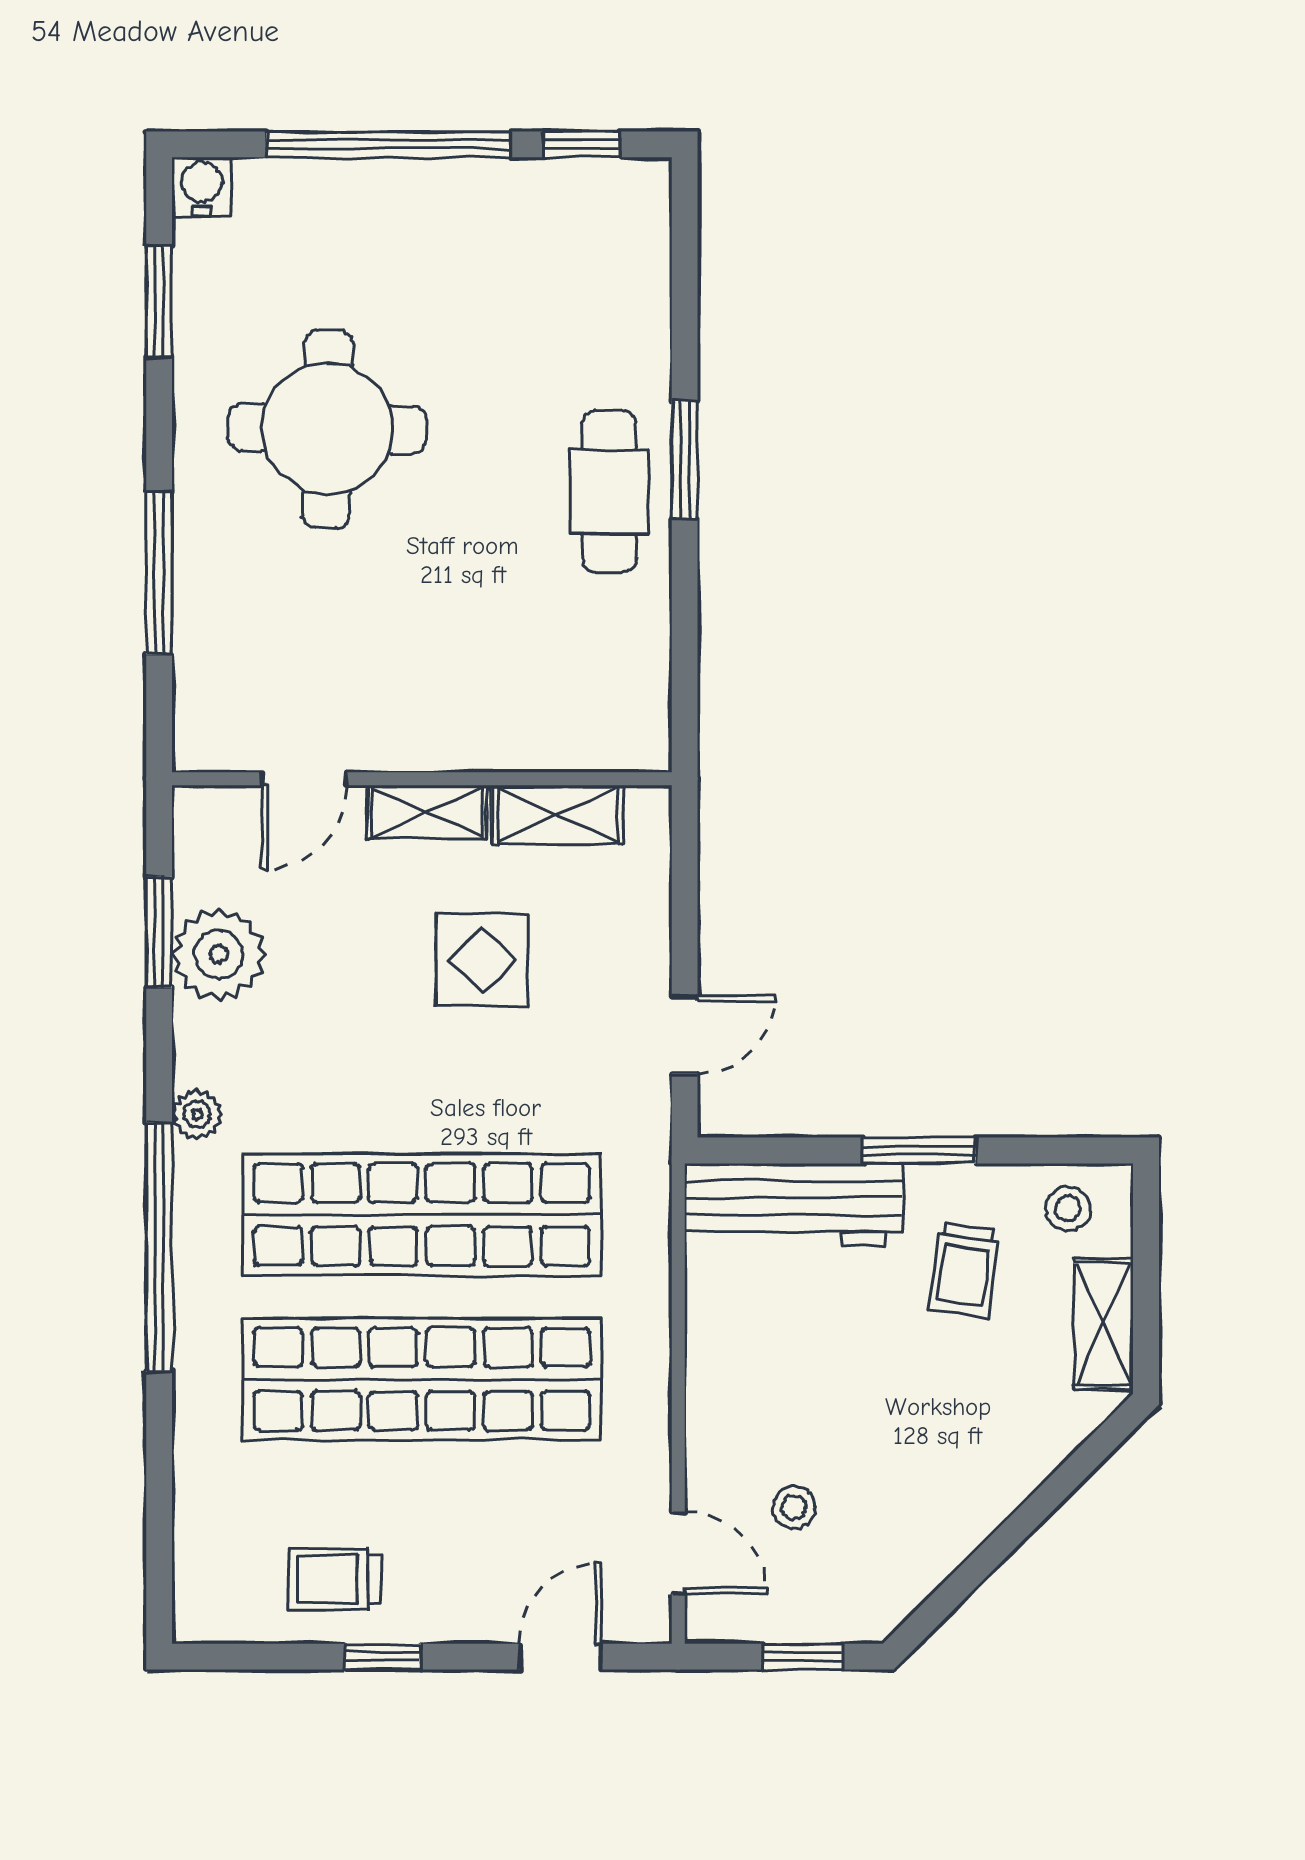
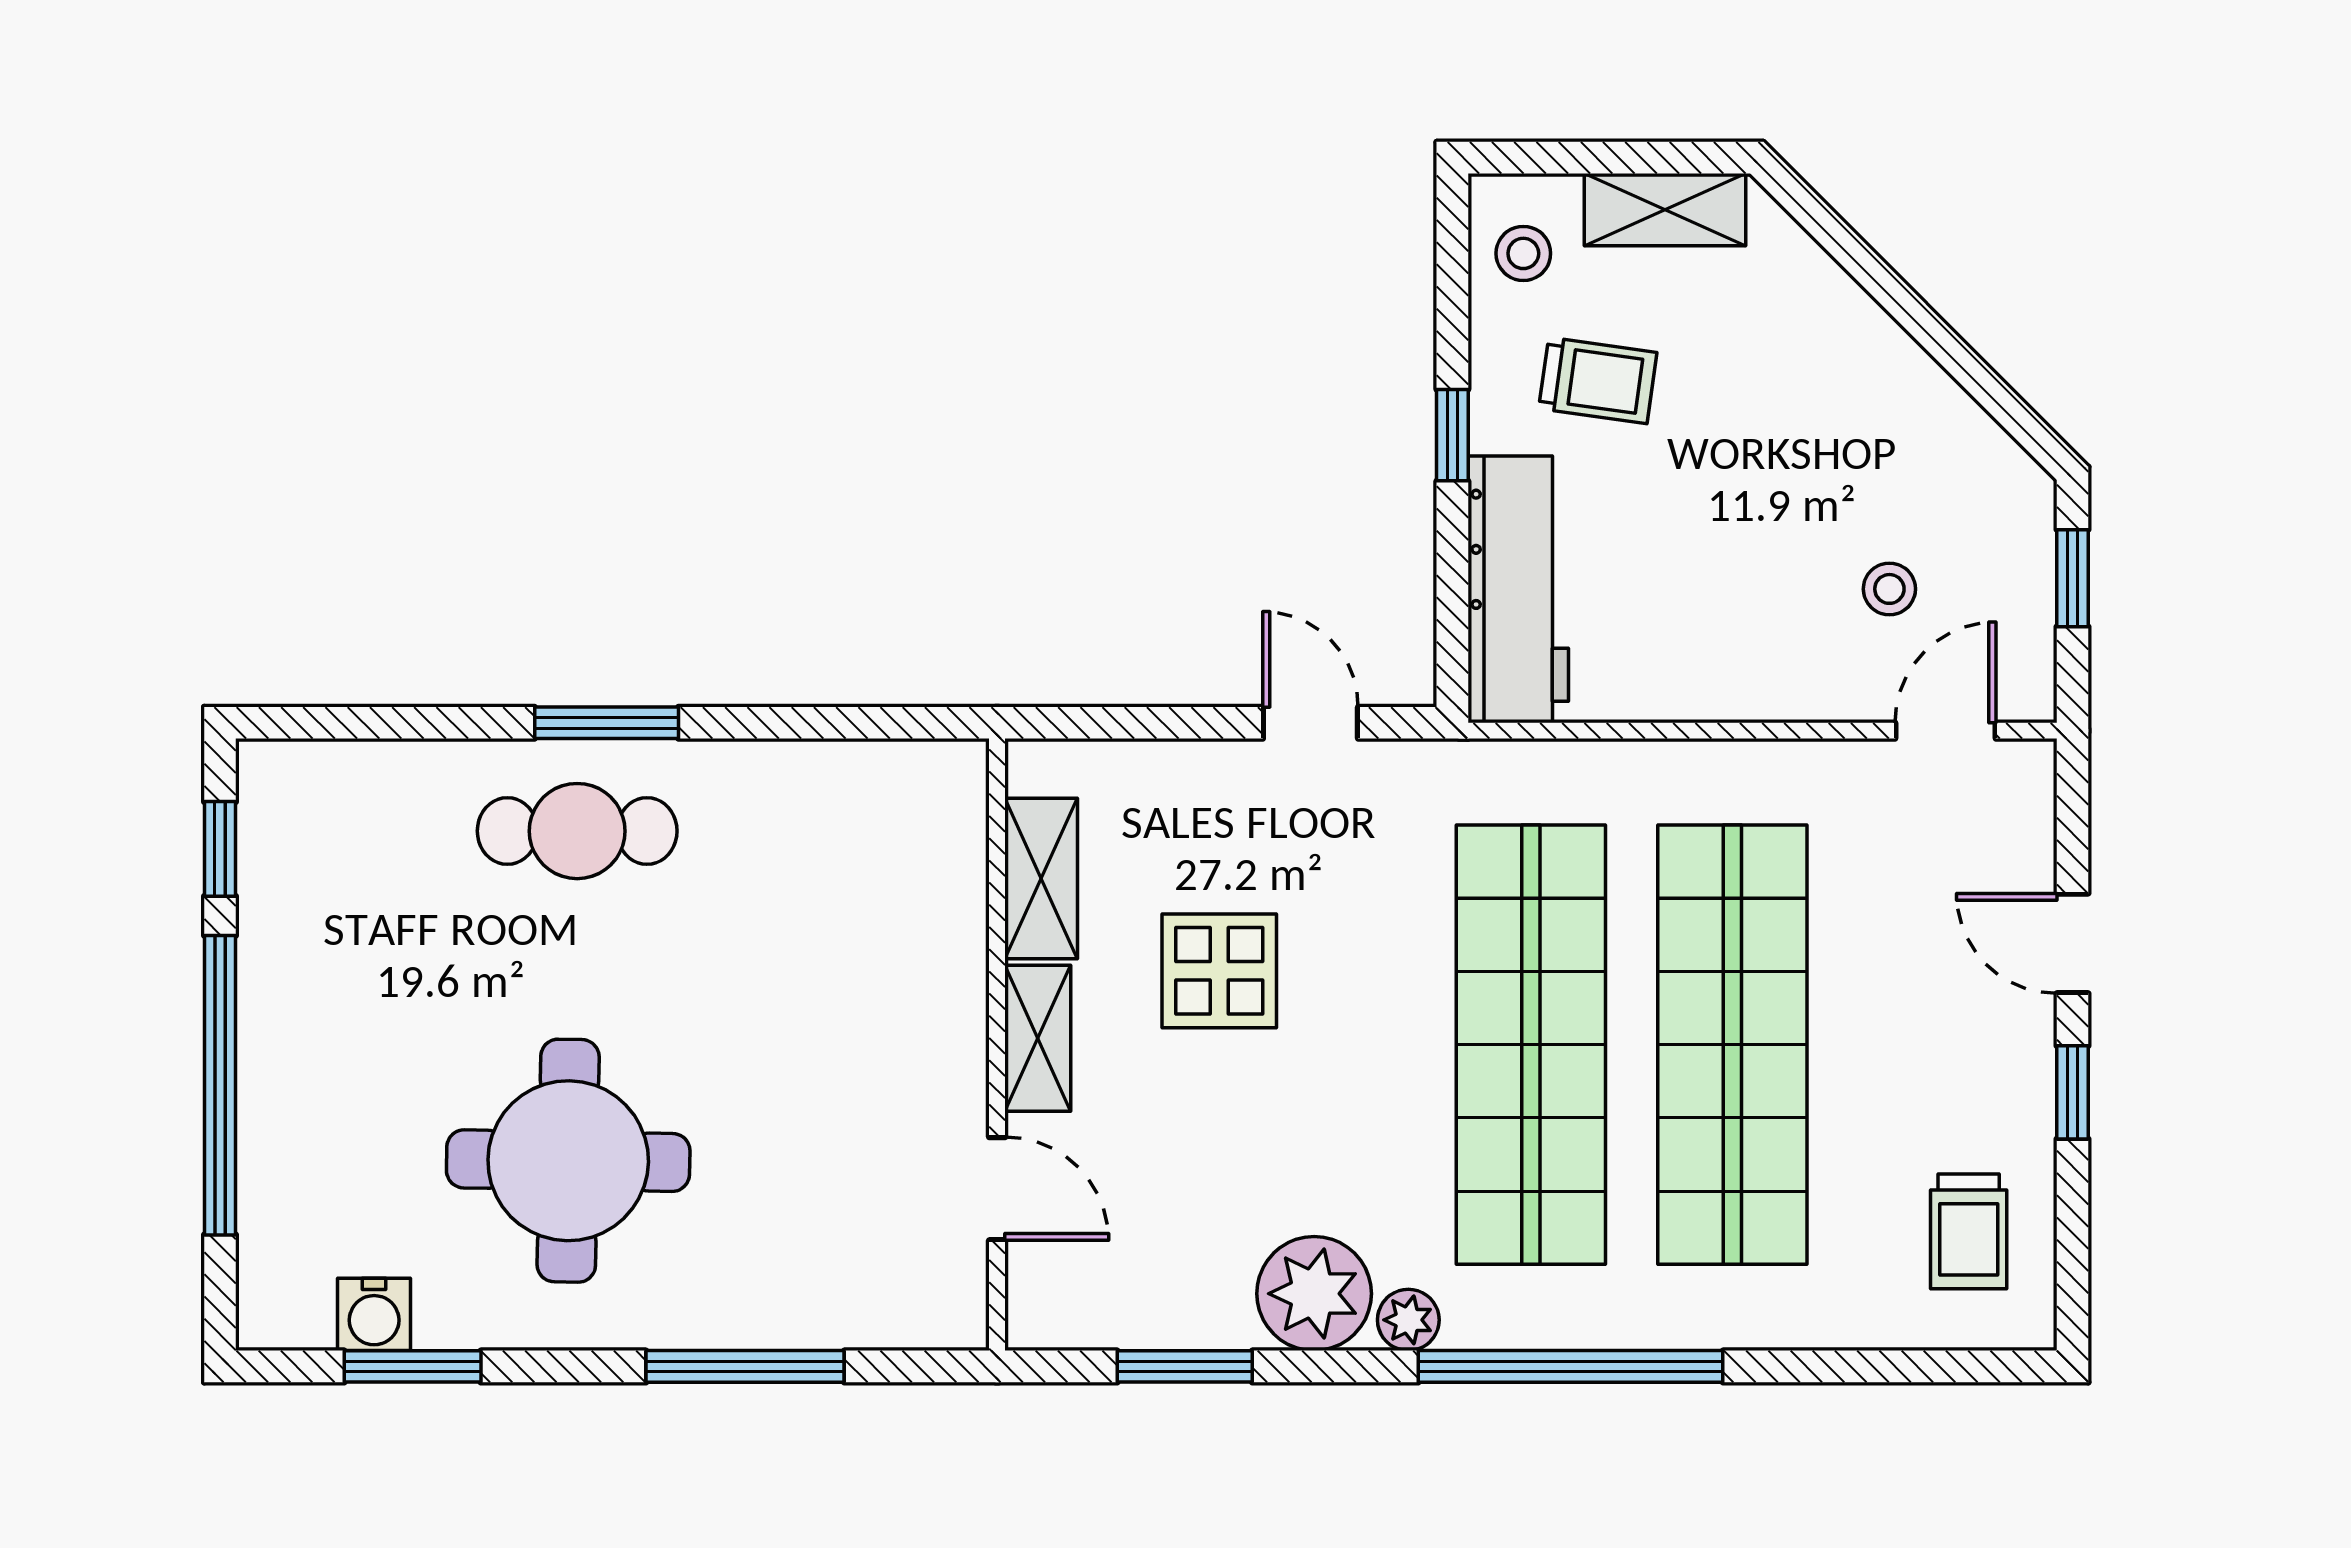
water cooler: (202, 187) -> (374, 1314), moved, turned -90
cafe table: (609, 492) -> (577, 831), moved
plant: (219, 954) -> (1314, 1294), moved
window: (919, 1150) -> (1452, 435), width x0.67
trolley: (334, 1579) -> (1969, 1231), moved
door: (560, 1657) -> (2072, 943), moved

